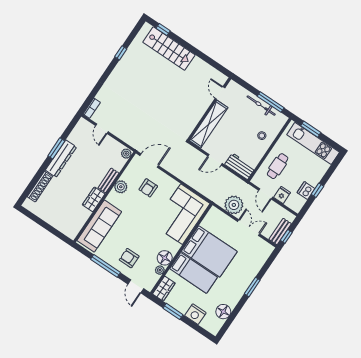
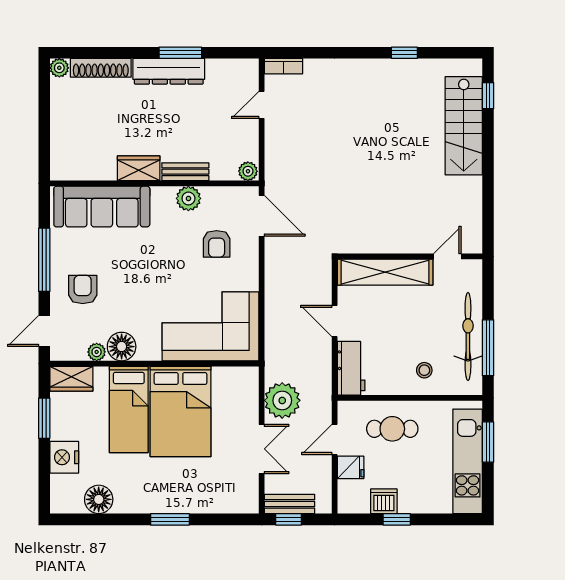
bicycle: (261, 106) -> (468, 336), width x1.37, depth x1.40
armchair: (148, 188) -> (217, 244), turned -90
plant: (28, 204) -> (59, 68), added

